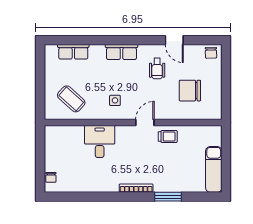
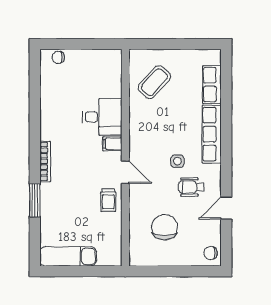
row of seats: (122, 52) -> (212, 134), width x1.48
side table: (115, 100) -> (177, 161), moved
filing cabinet: (122, 133) -> (112, 144), added

